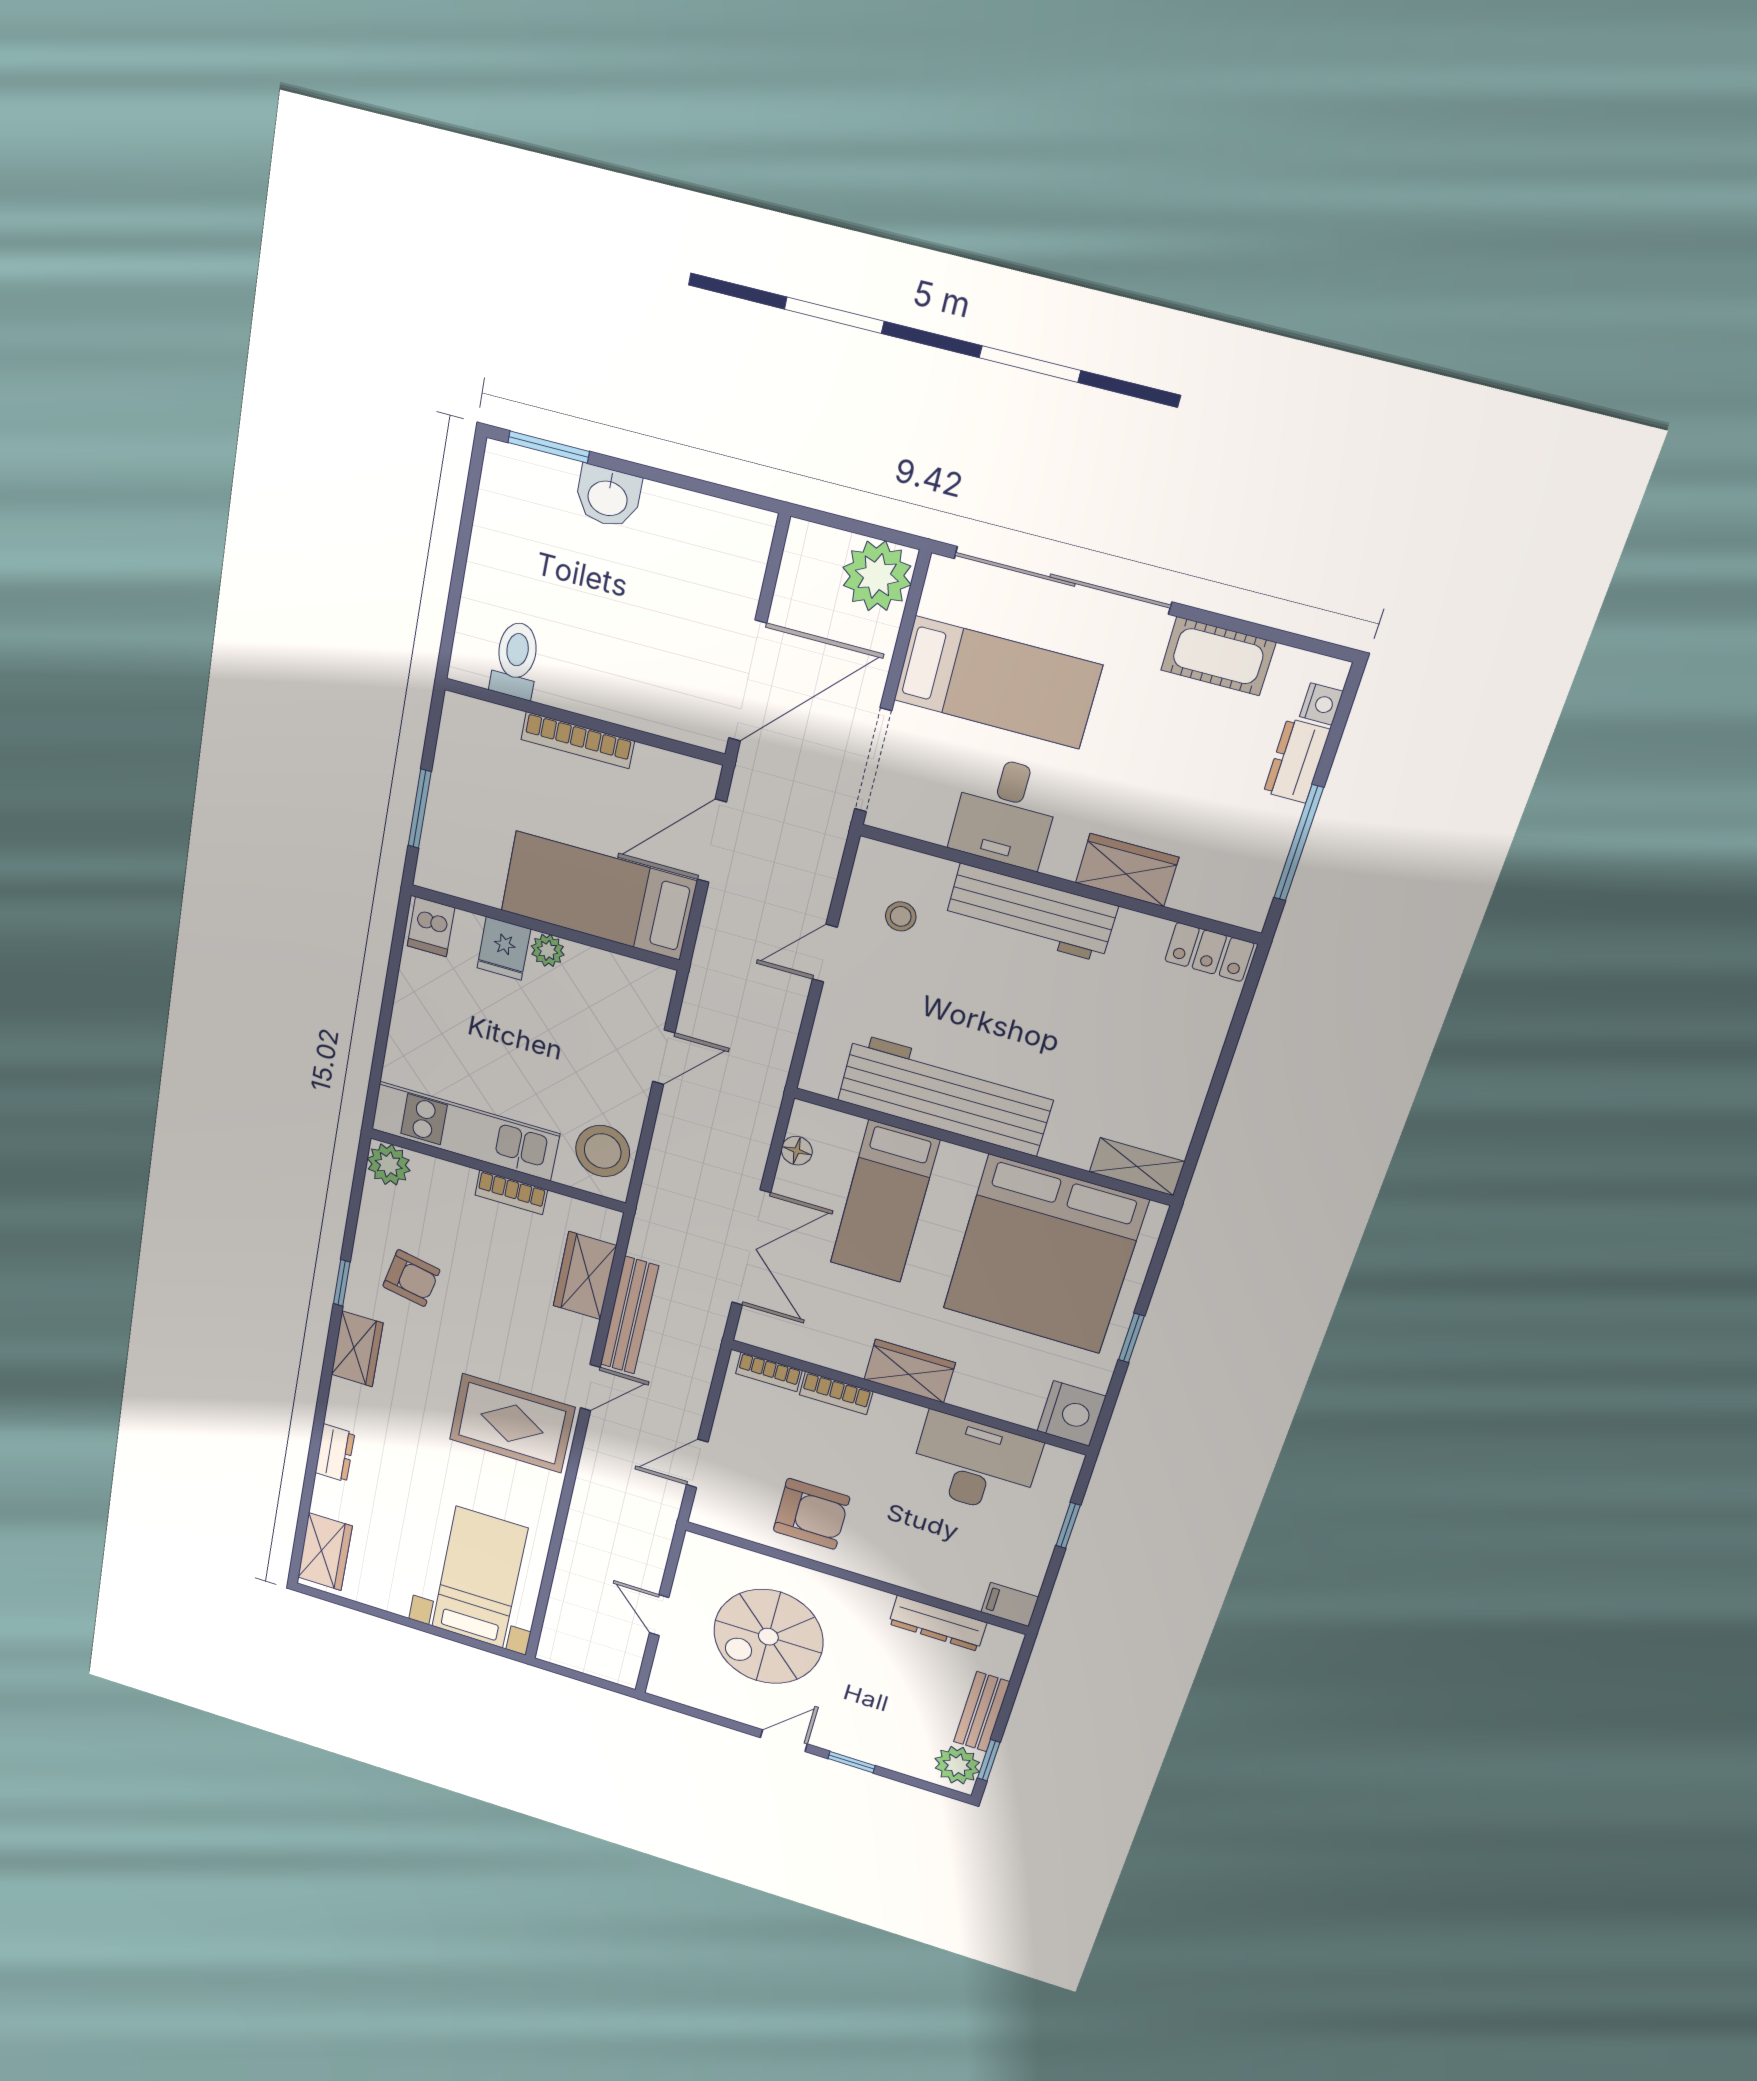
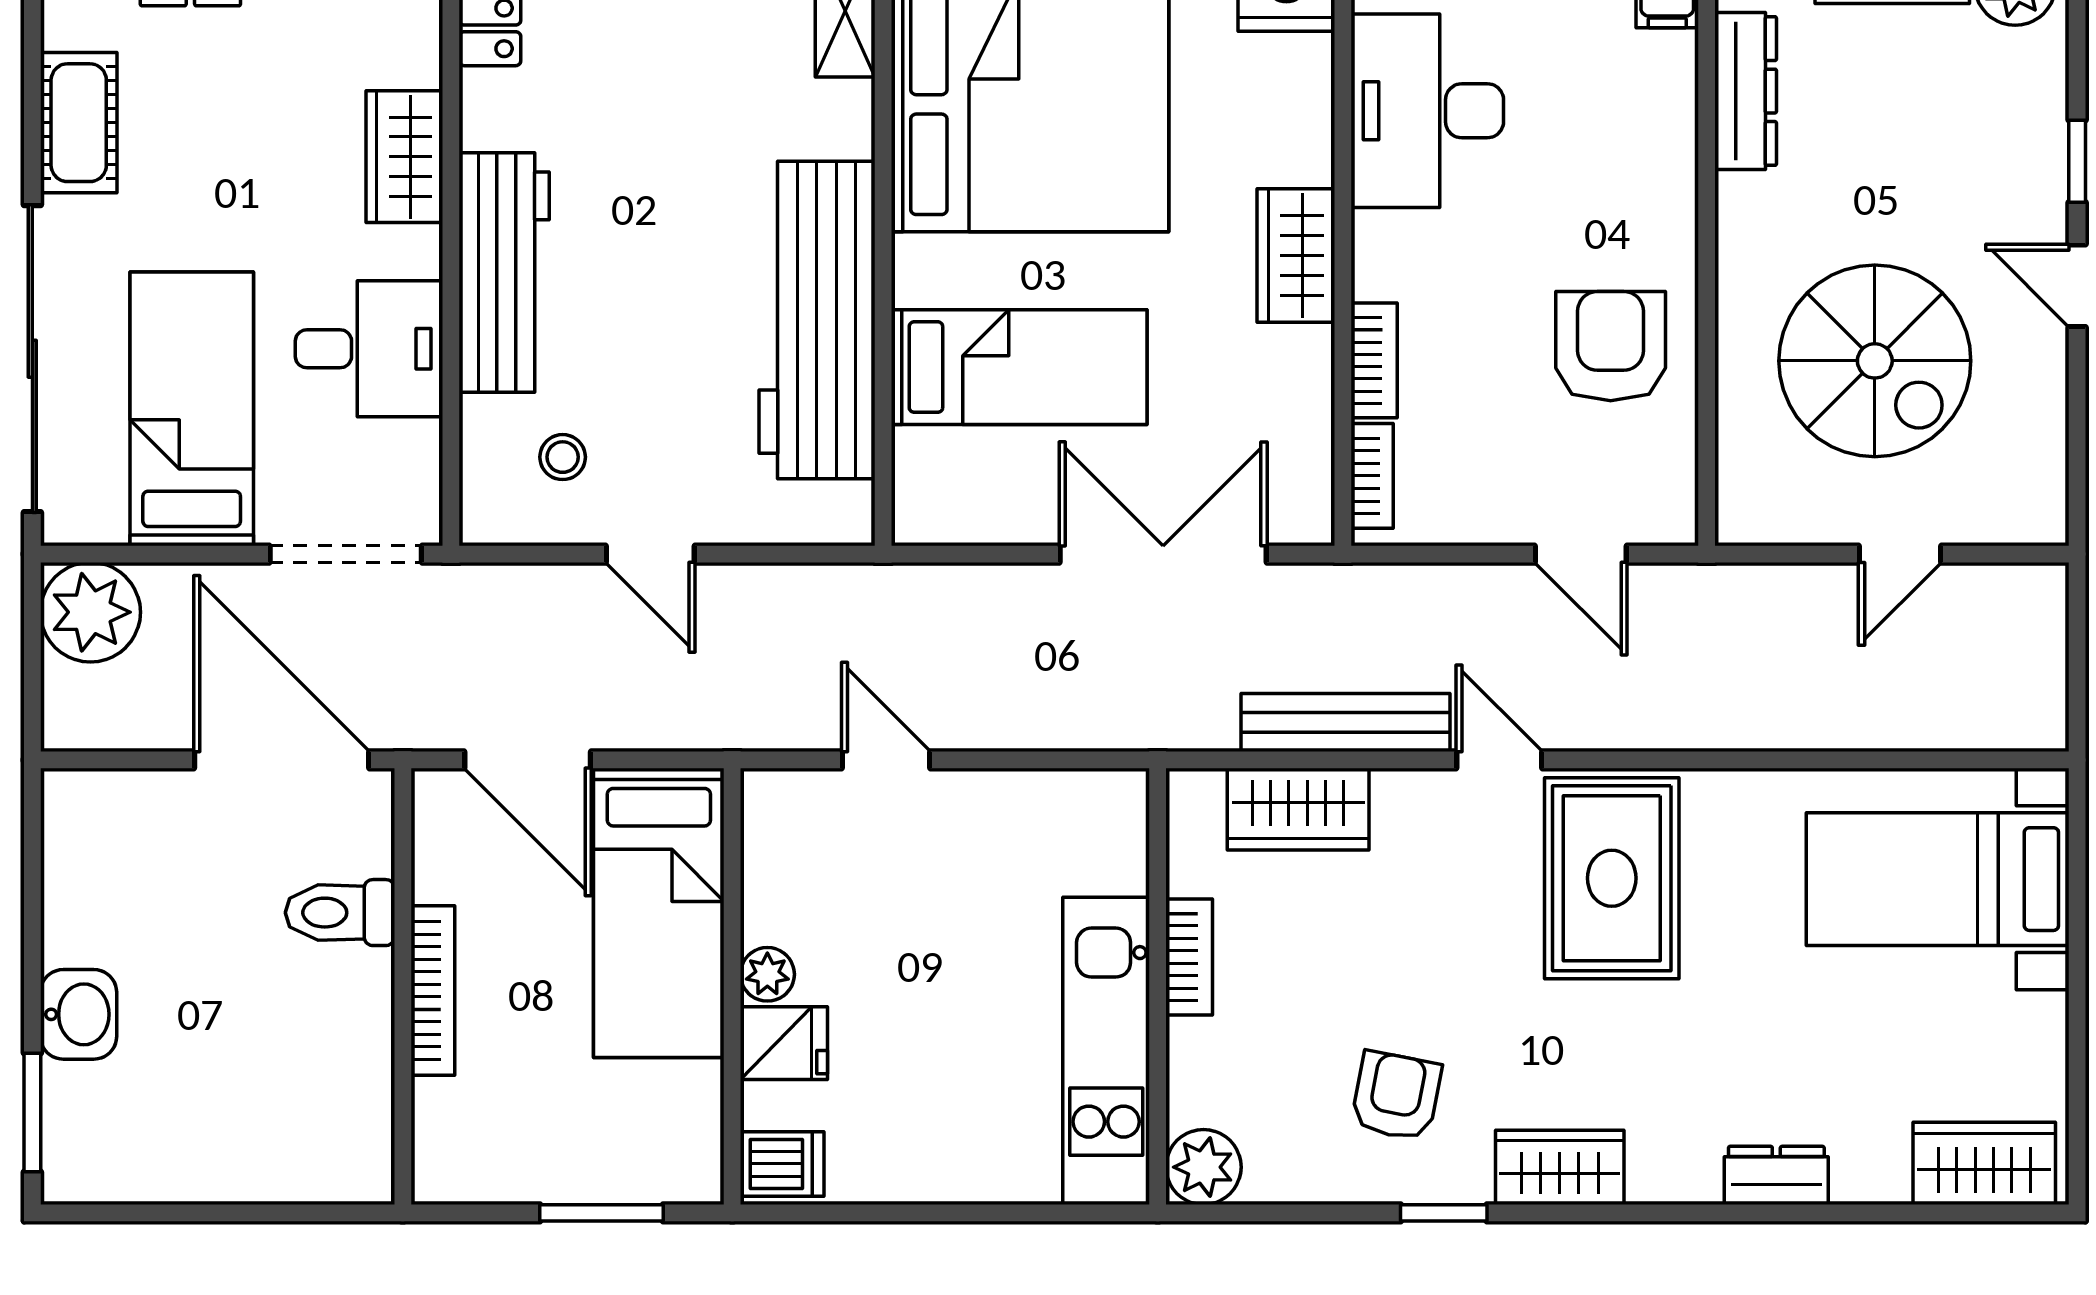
toilet: (516, 660) -> (340, 913), moved
stool: (603, 1151) -> (1071, 824), removed
floor lamp: (797, 1151) -> (977, 521), removed

